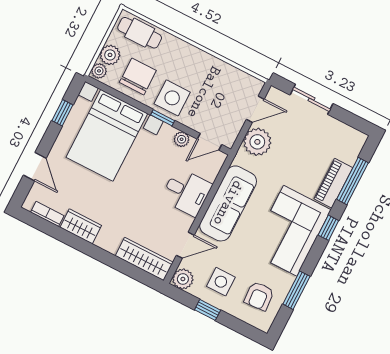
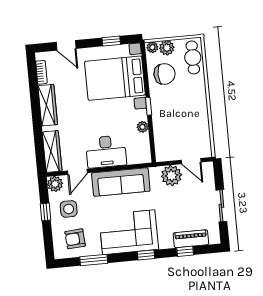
side table: (172, 98) -> (165, 104), removed
sliding door: (312, 99) -> (221, 206), moved
door: (209, 142) -> (152, 145), removed
door: (35, 167) -> (66, 45), hinge flipped
window: (353, 181) -> (185, 251), width x0.46
piano: (333, 183) -> (191, 239), moved
desk: (186, 192) -> (106, 152), width x1.37
wardrobe: (81, 226) -> (48, 105), width x1.50
door: (185, 245) -> (77, 172), hinge flipped

